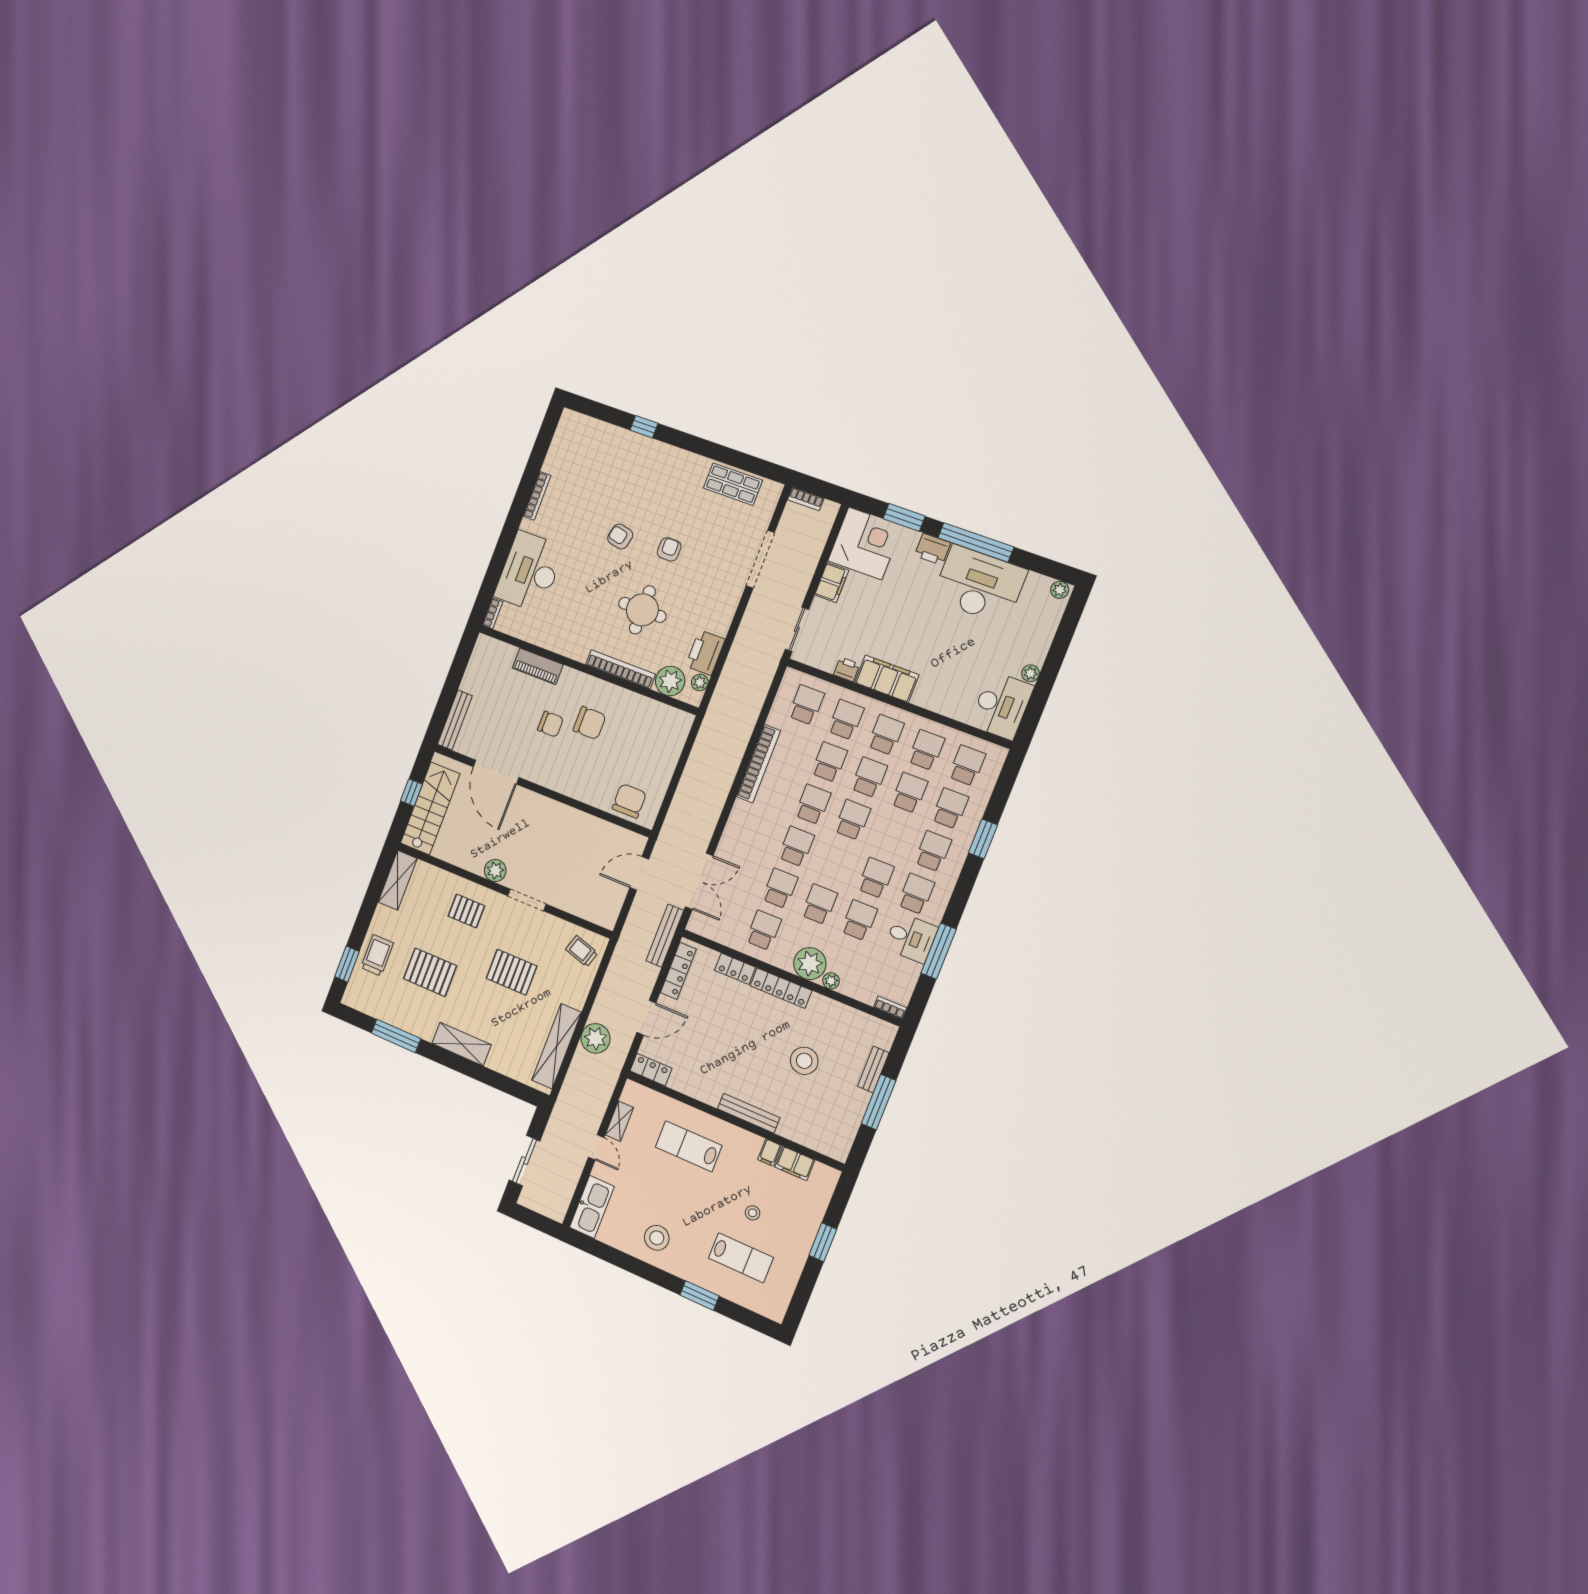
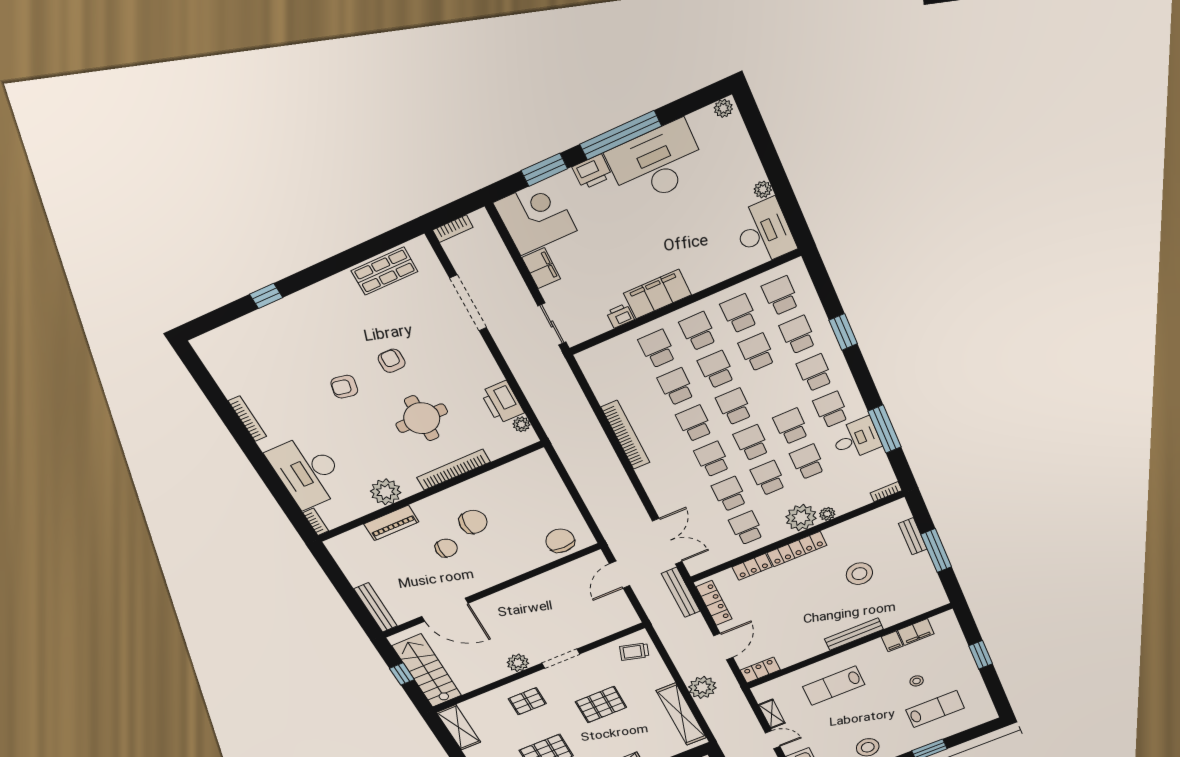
plant: (670, 681) -> (386, 492), moved
school desk: (806, 705) -> (751, 443), moved

